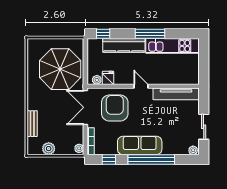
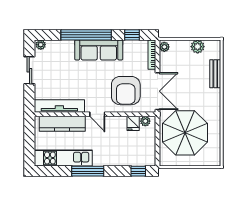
kitchen counter: (124, 45) -> (62, 124), moved, turned 180

